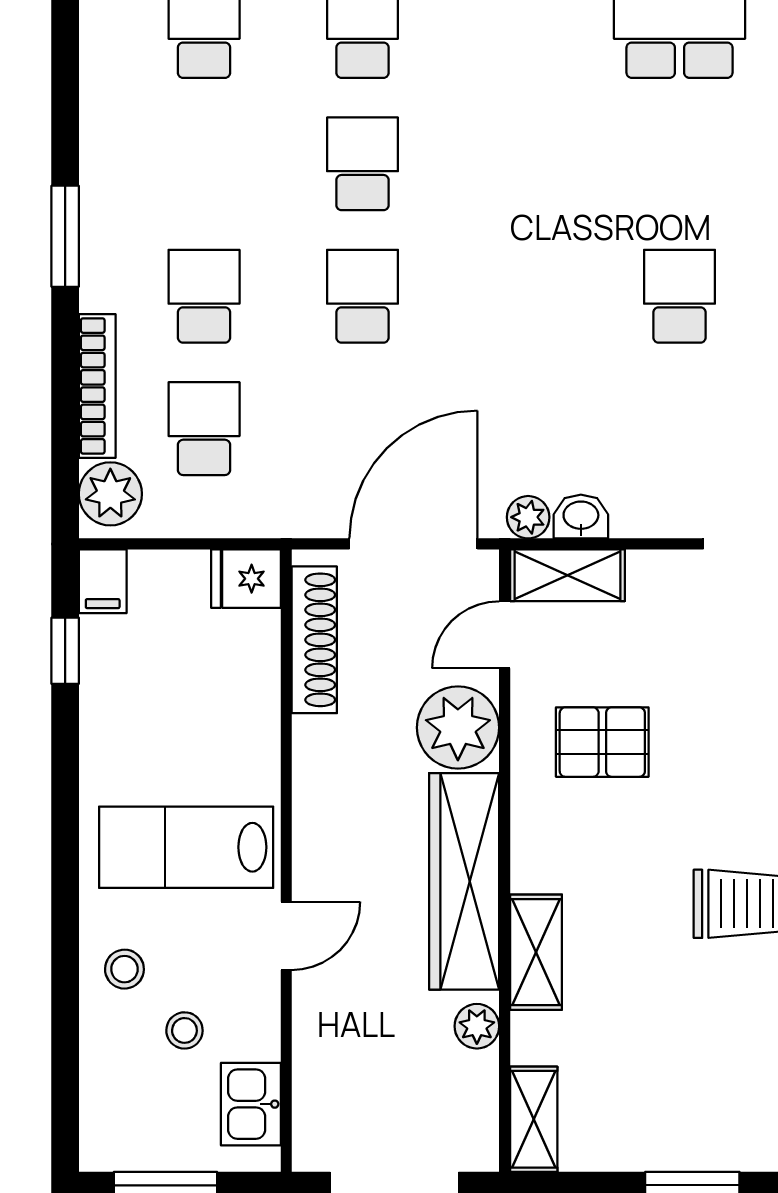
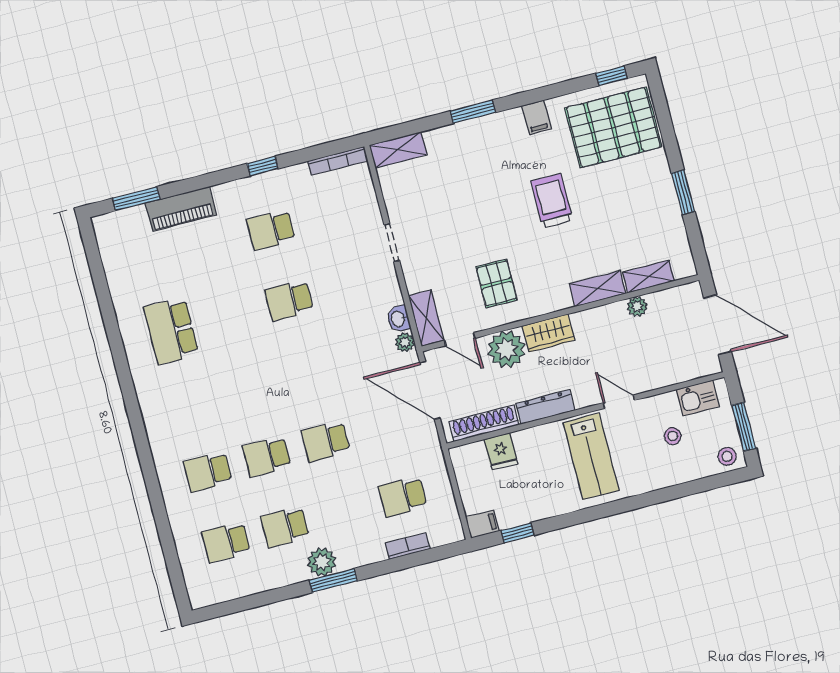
school desk: (204, 296) -> (285, 527), moved
bookcase: (97, 386) -> (408, 546), width x0.64
plant: (110, 494) -> (322, 562), moved
fridge: (246, 579) -> (501, 451), moved
dresser: (315, 778) -> (545, 407), added
wardrobe: (464, 881) -> (548, 333), width x0.48, depth x0.85
stool: (124, 969) -> (727, 456), moved
shelving: (534, 1119) -> (649, 277), moved

